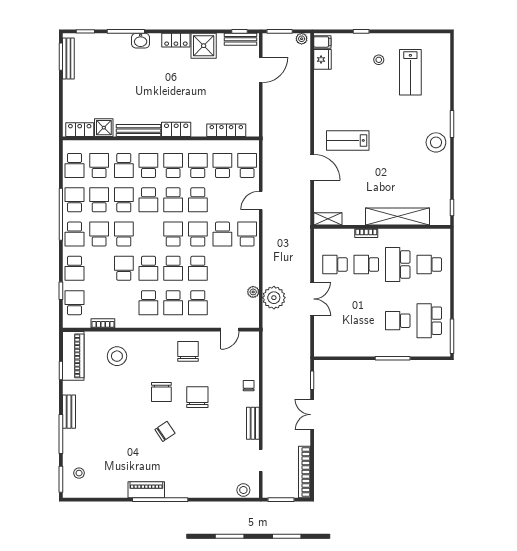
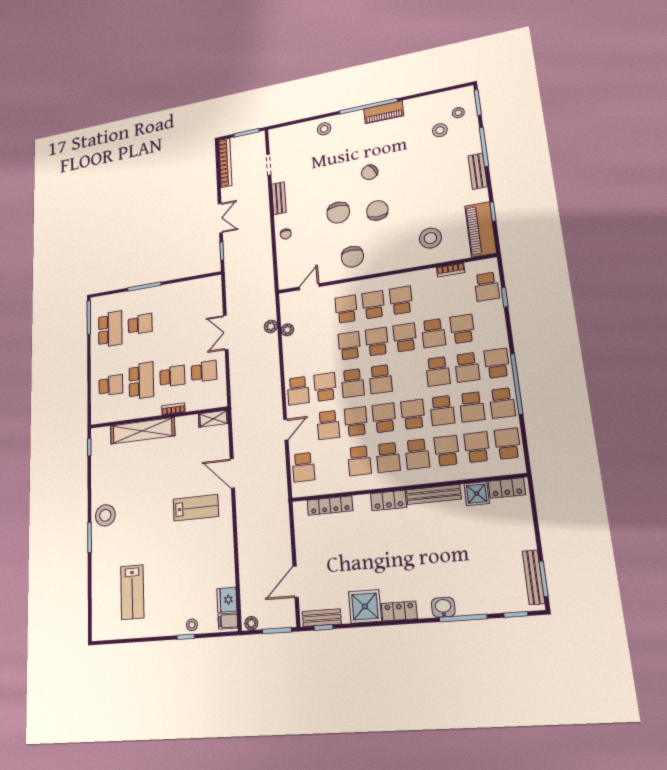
stool: (379, 60) -> (192, 625), moved
lab bench: (410, 72) -> (132, 592), turned 180
school desk: (99, 165) -> (477, 447), turned 180
school desk: (222, 165) -> (328, 425), moved
school desk: (74, 268) -> (462, 329), moved
plant: (274, 298) -> (271, 326), width x0.53, depth x0.53
stool: (97, 459) -> (440, 130), added
stool: (243, 490) -> (324, 129), moved

